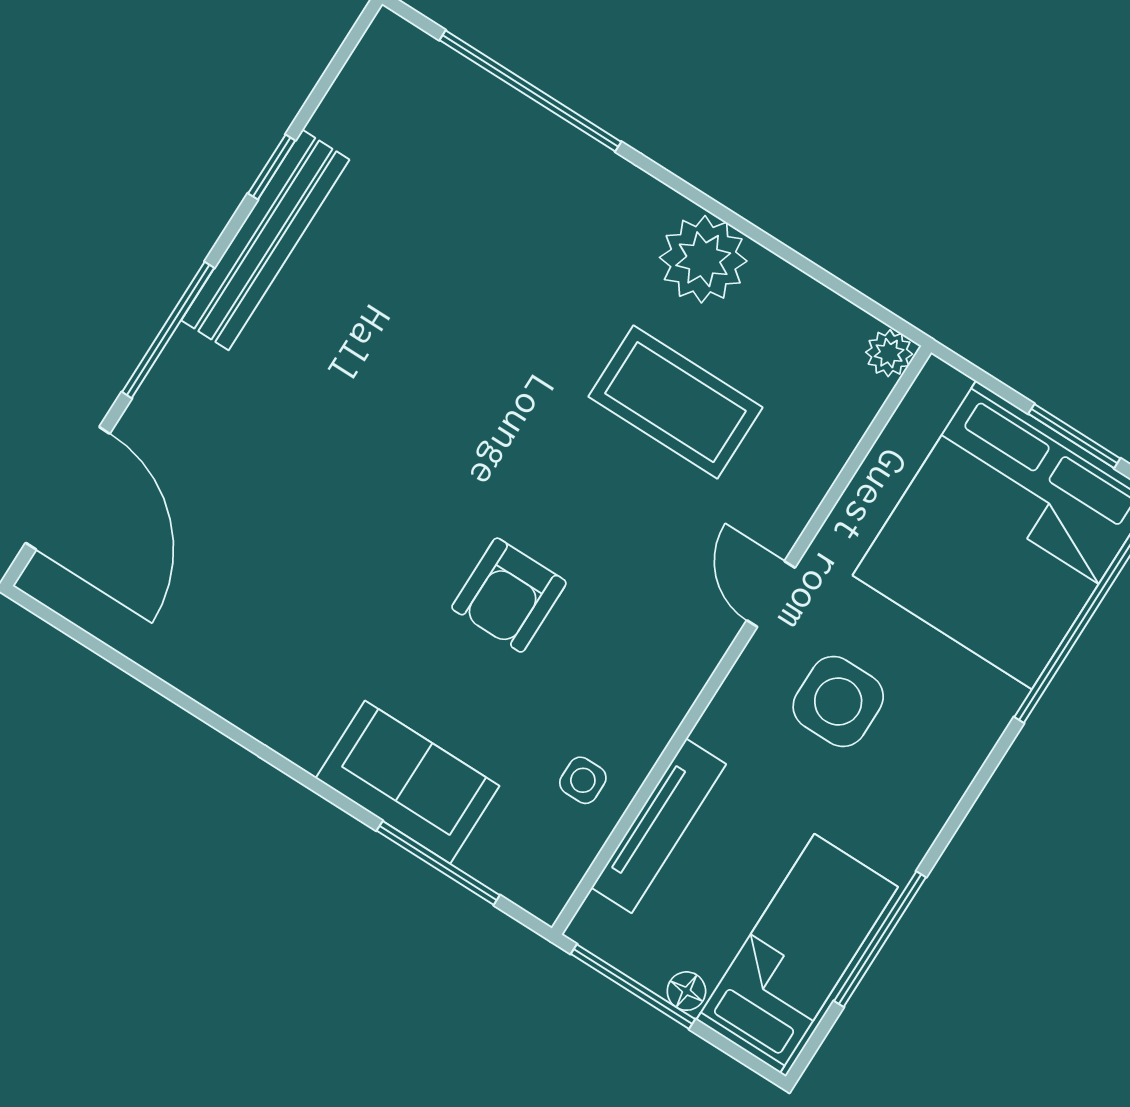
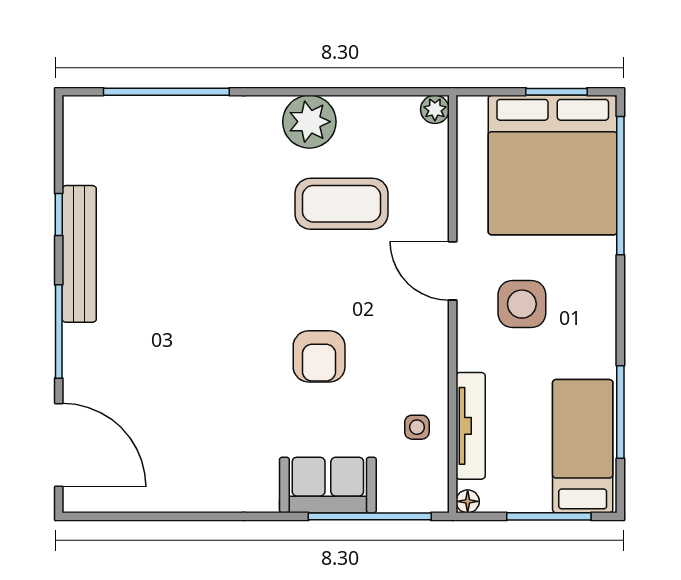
door: (771, 594) -> (453, 271), width x1.37
window: (438, 863) -> (370, 516), width x1.46
window: (633, 987) -> (549, 516), moved
floor lamp: (686, 991) -> (468, 501), moved

